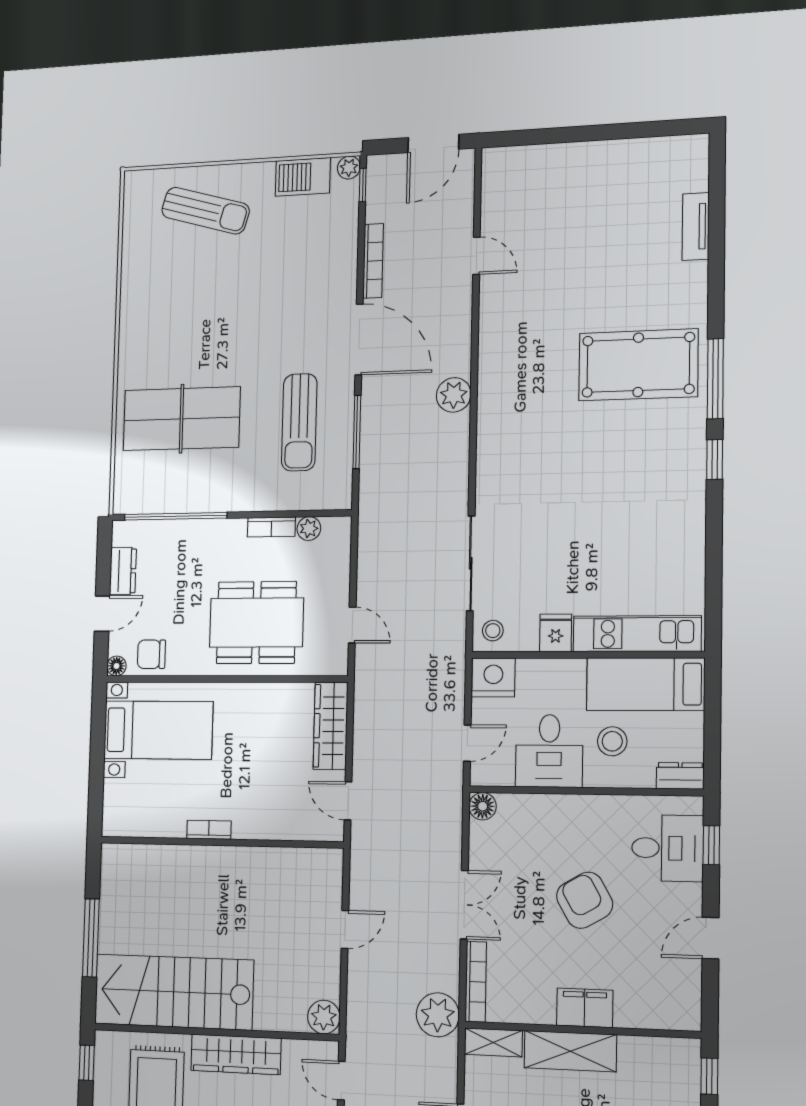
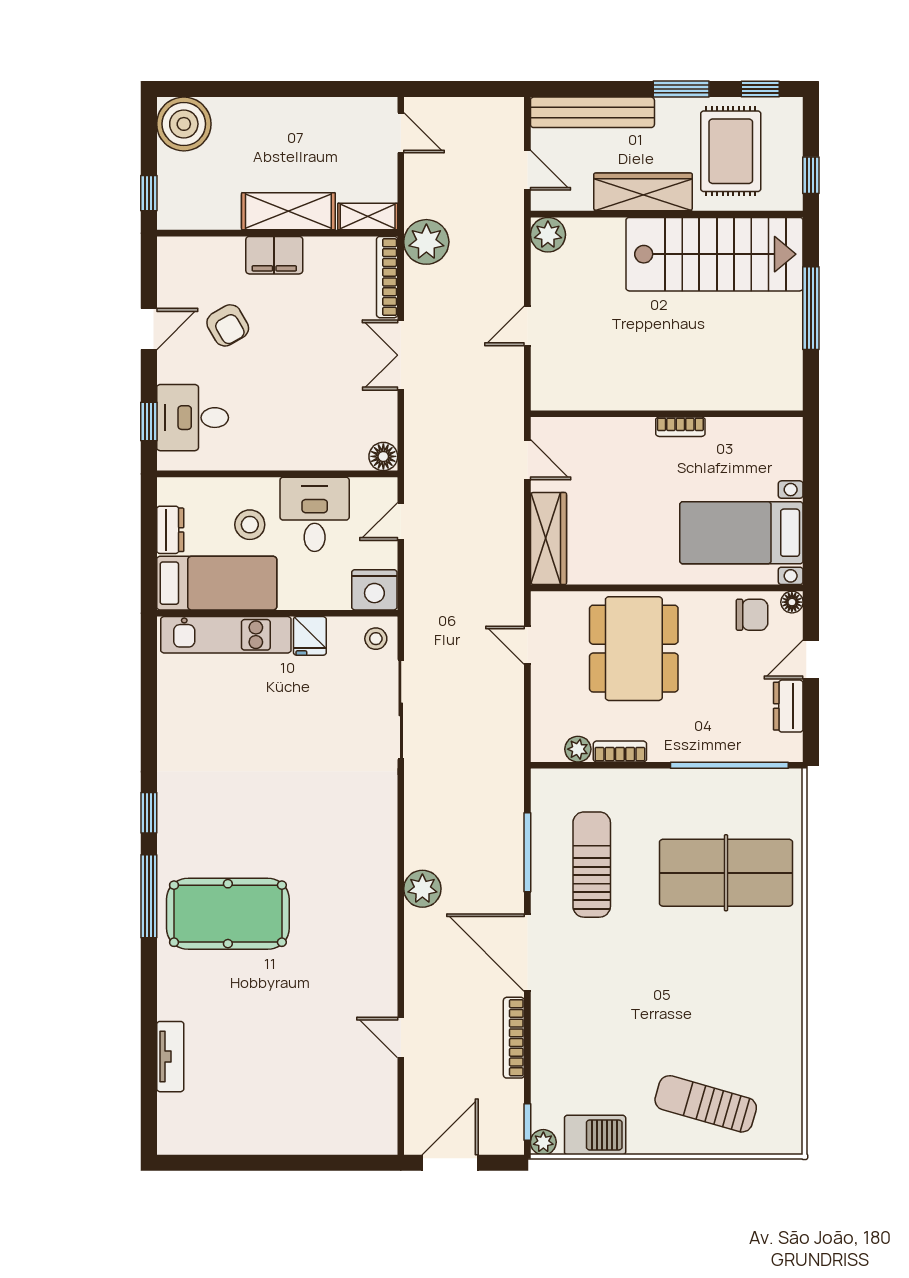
dining table: (256, 623) -> (634, 649), turned 90
dresser: (680, 776) -> (170, 530), moved, turned -90
armchair: (585, 900) -> (228, 325), moved, width x0.72, depth x0.72

